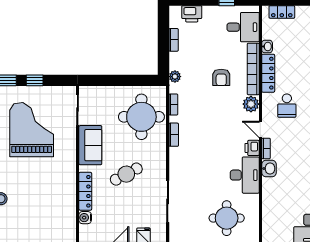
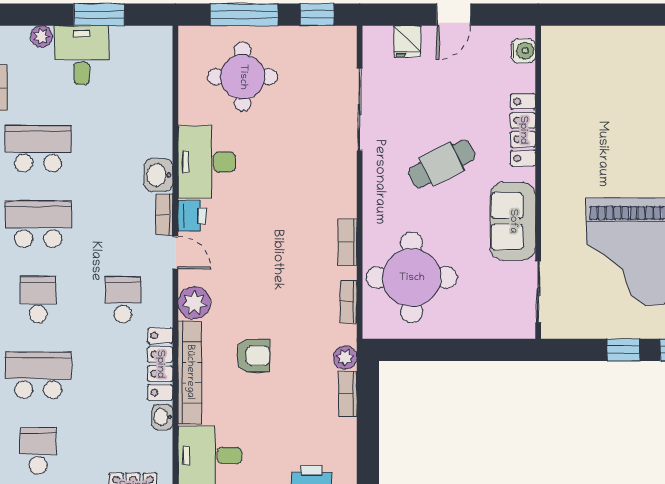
bookcase: (174, 40) -> (348, 394), moved
armchair: (221, 77) -> (253, 356), turned 90
water cooler: (85, 218) -> (523, 51), moved

